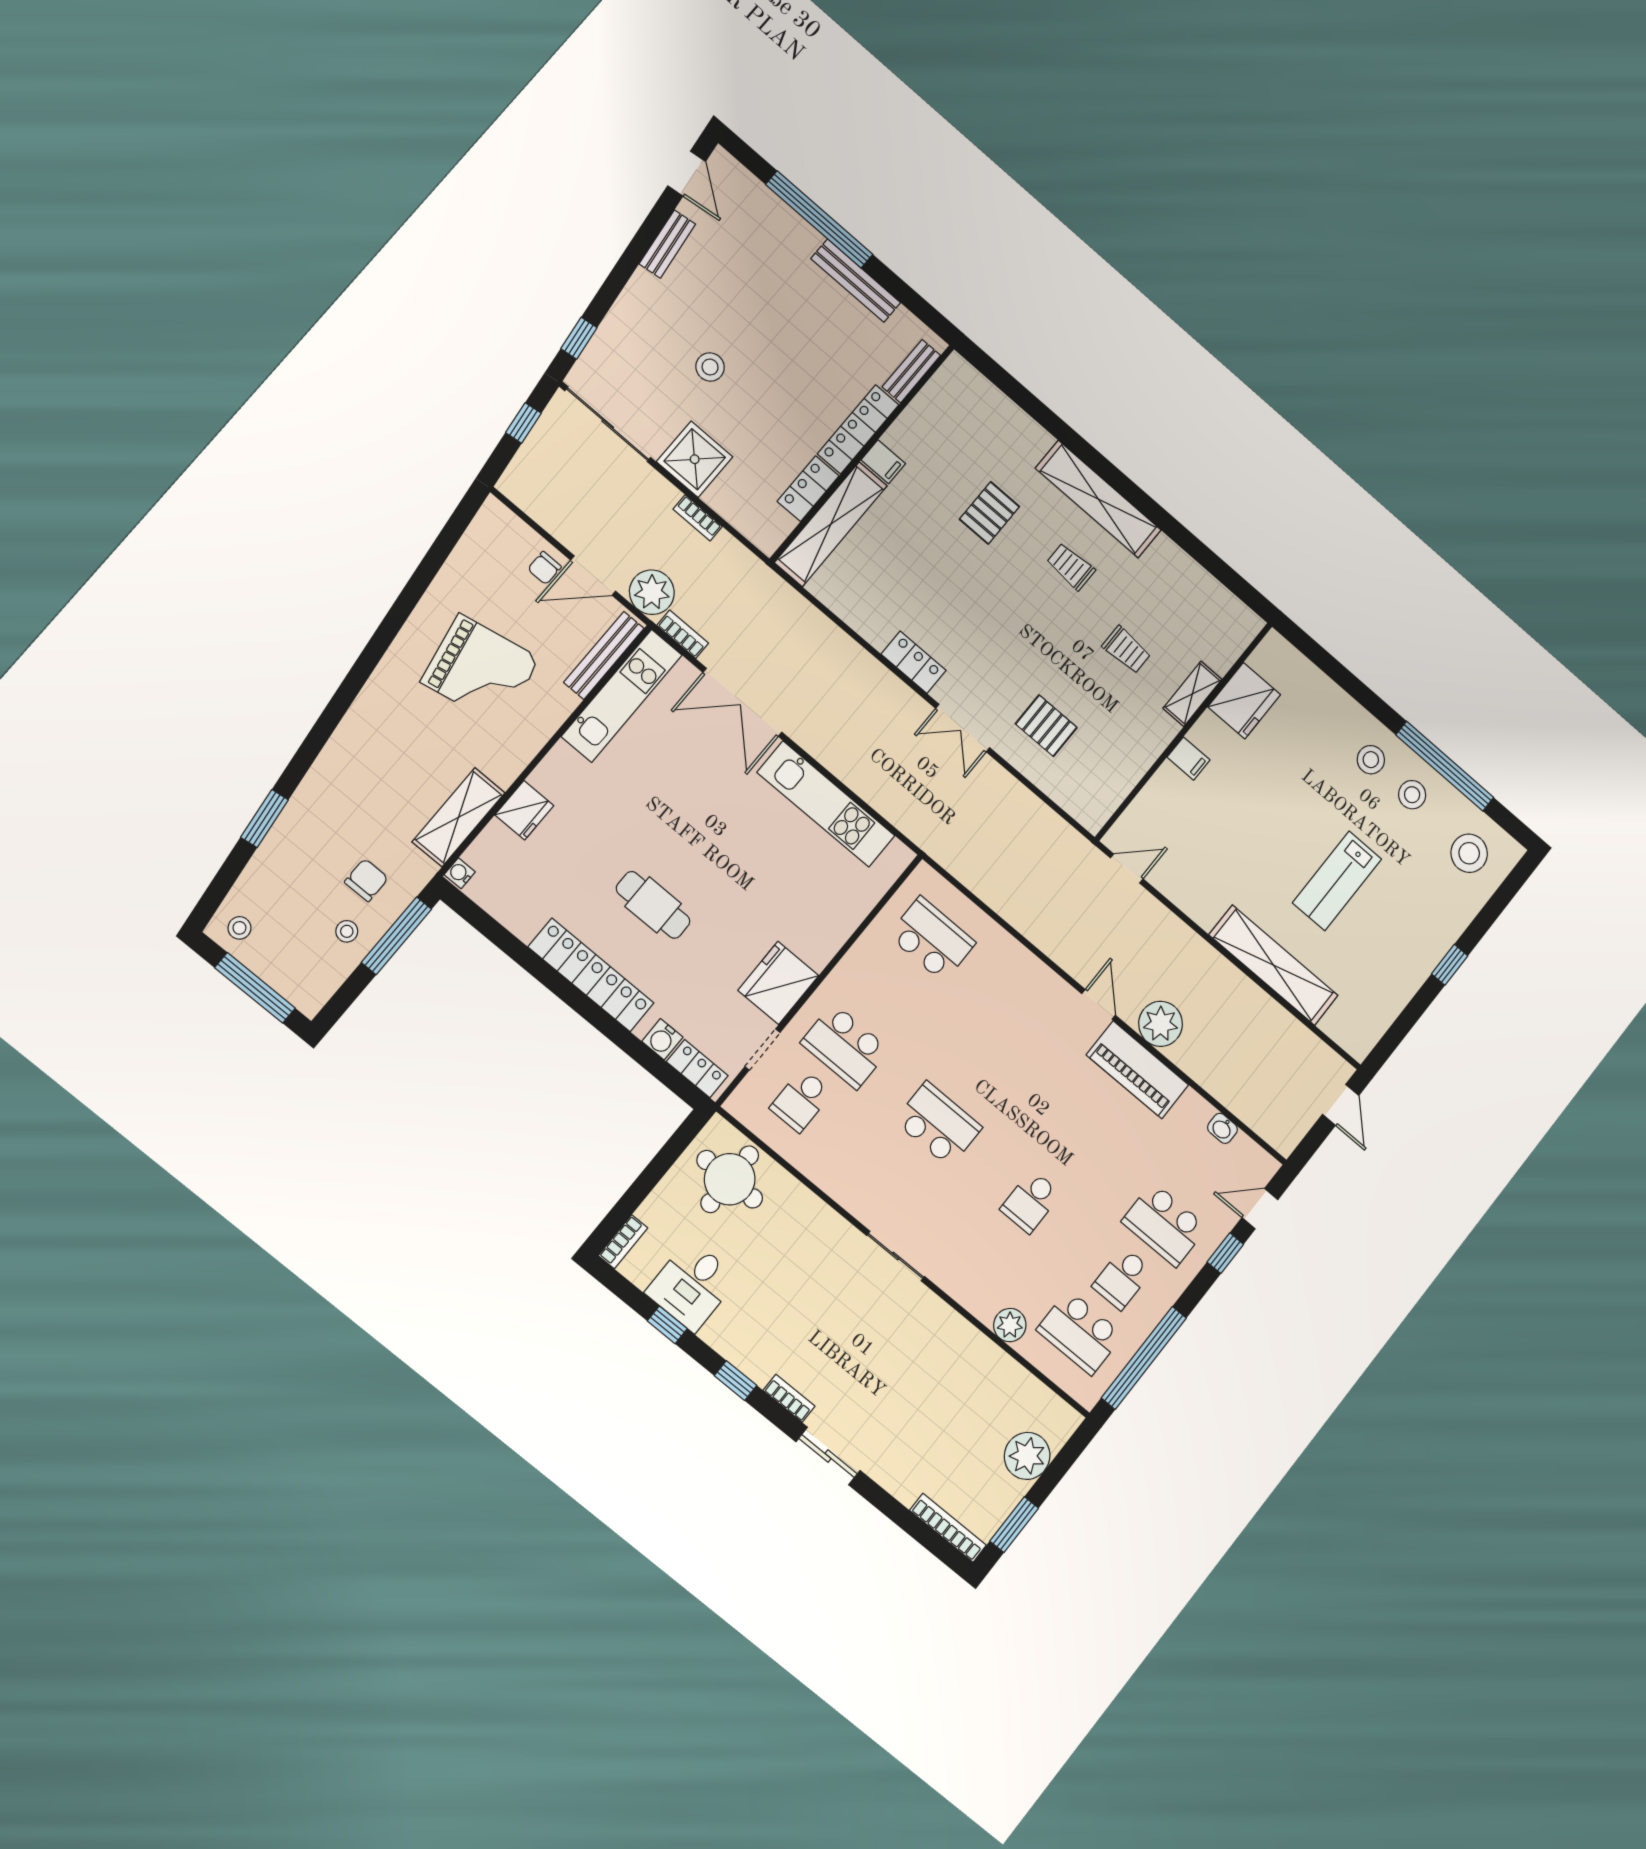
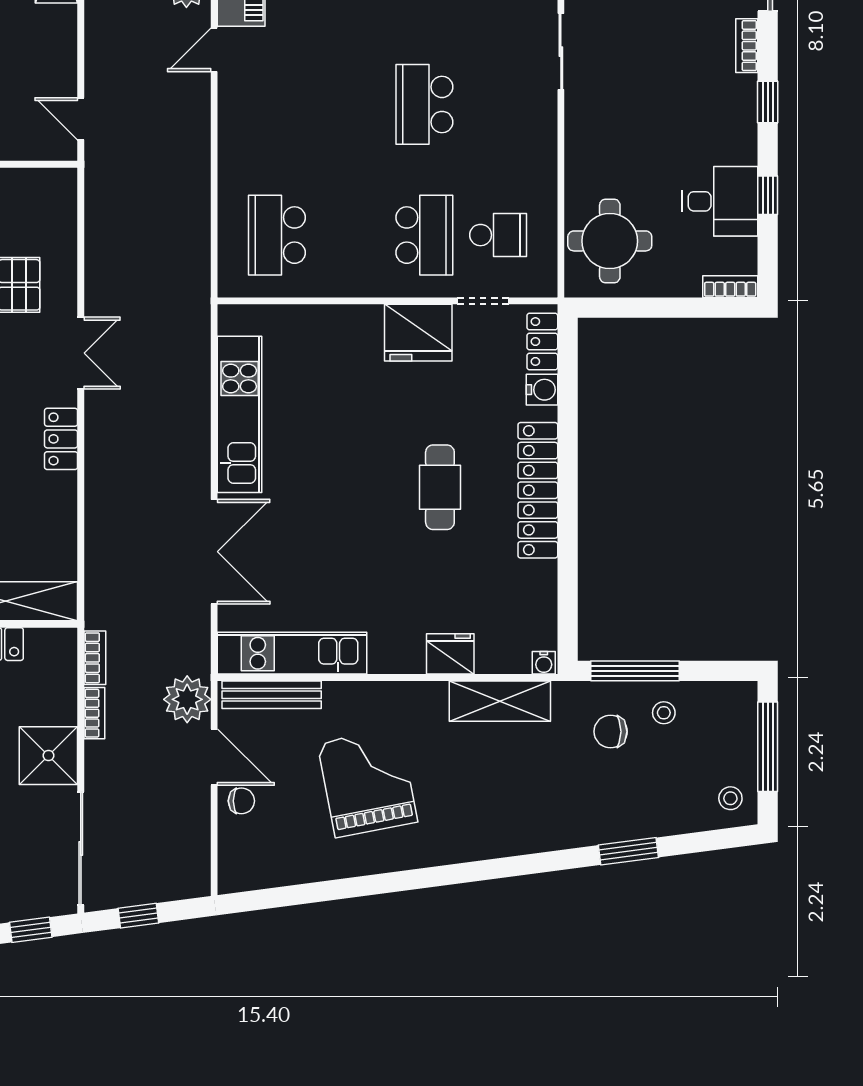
bookcase: (683, 634) -> (95, 658), moved, turned 180

